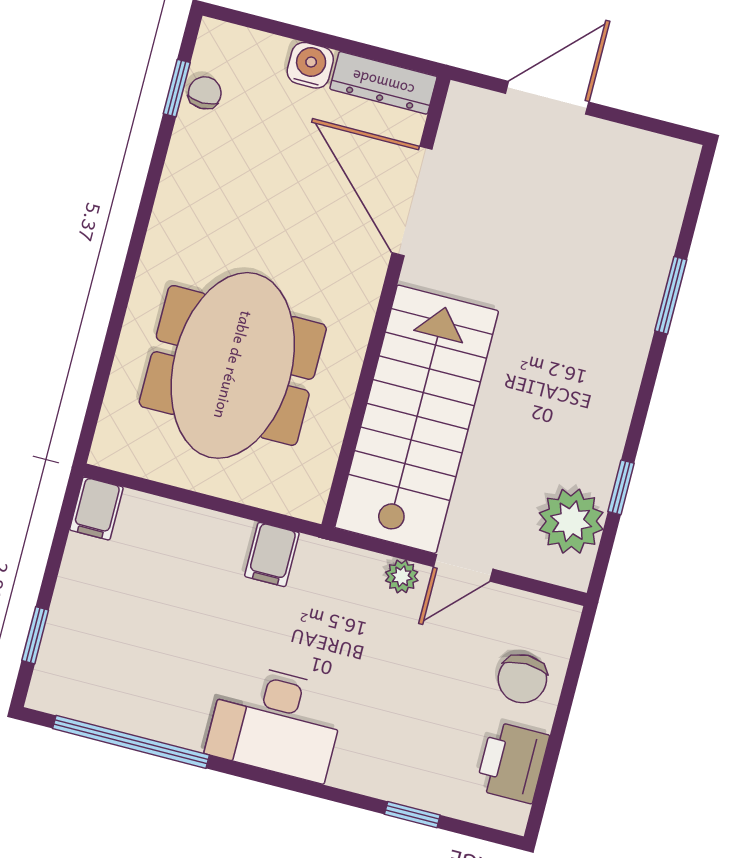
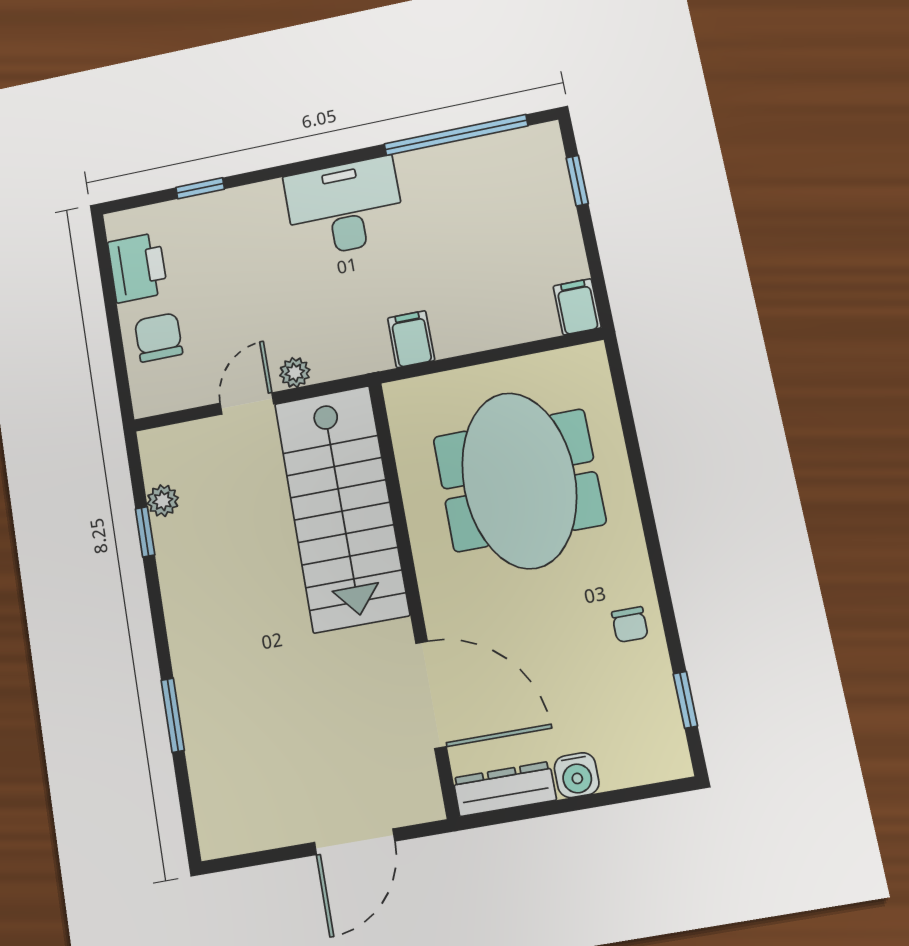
chair: (205, 93) -> (630, 625), moved
plant: (571, 521) -> (163, 501), width x0.53, depth x0.53

